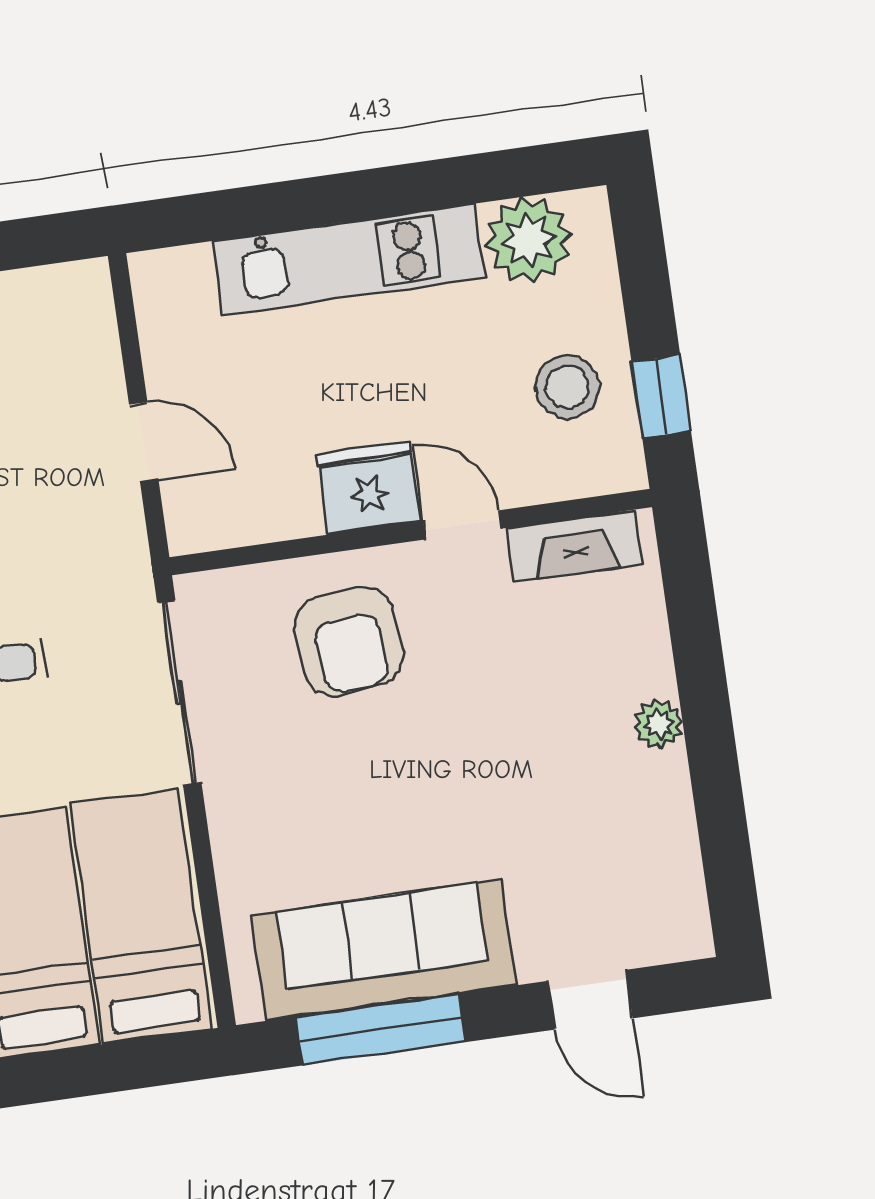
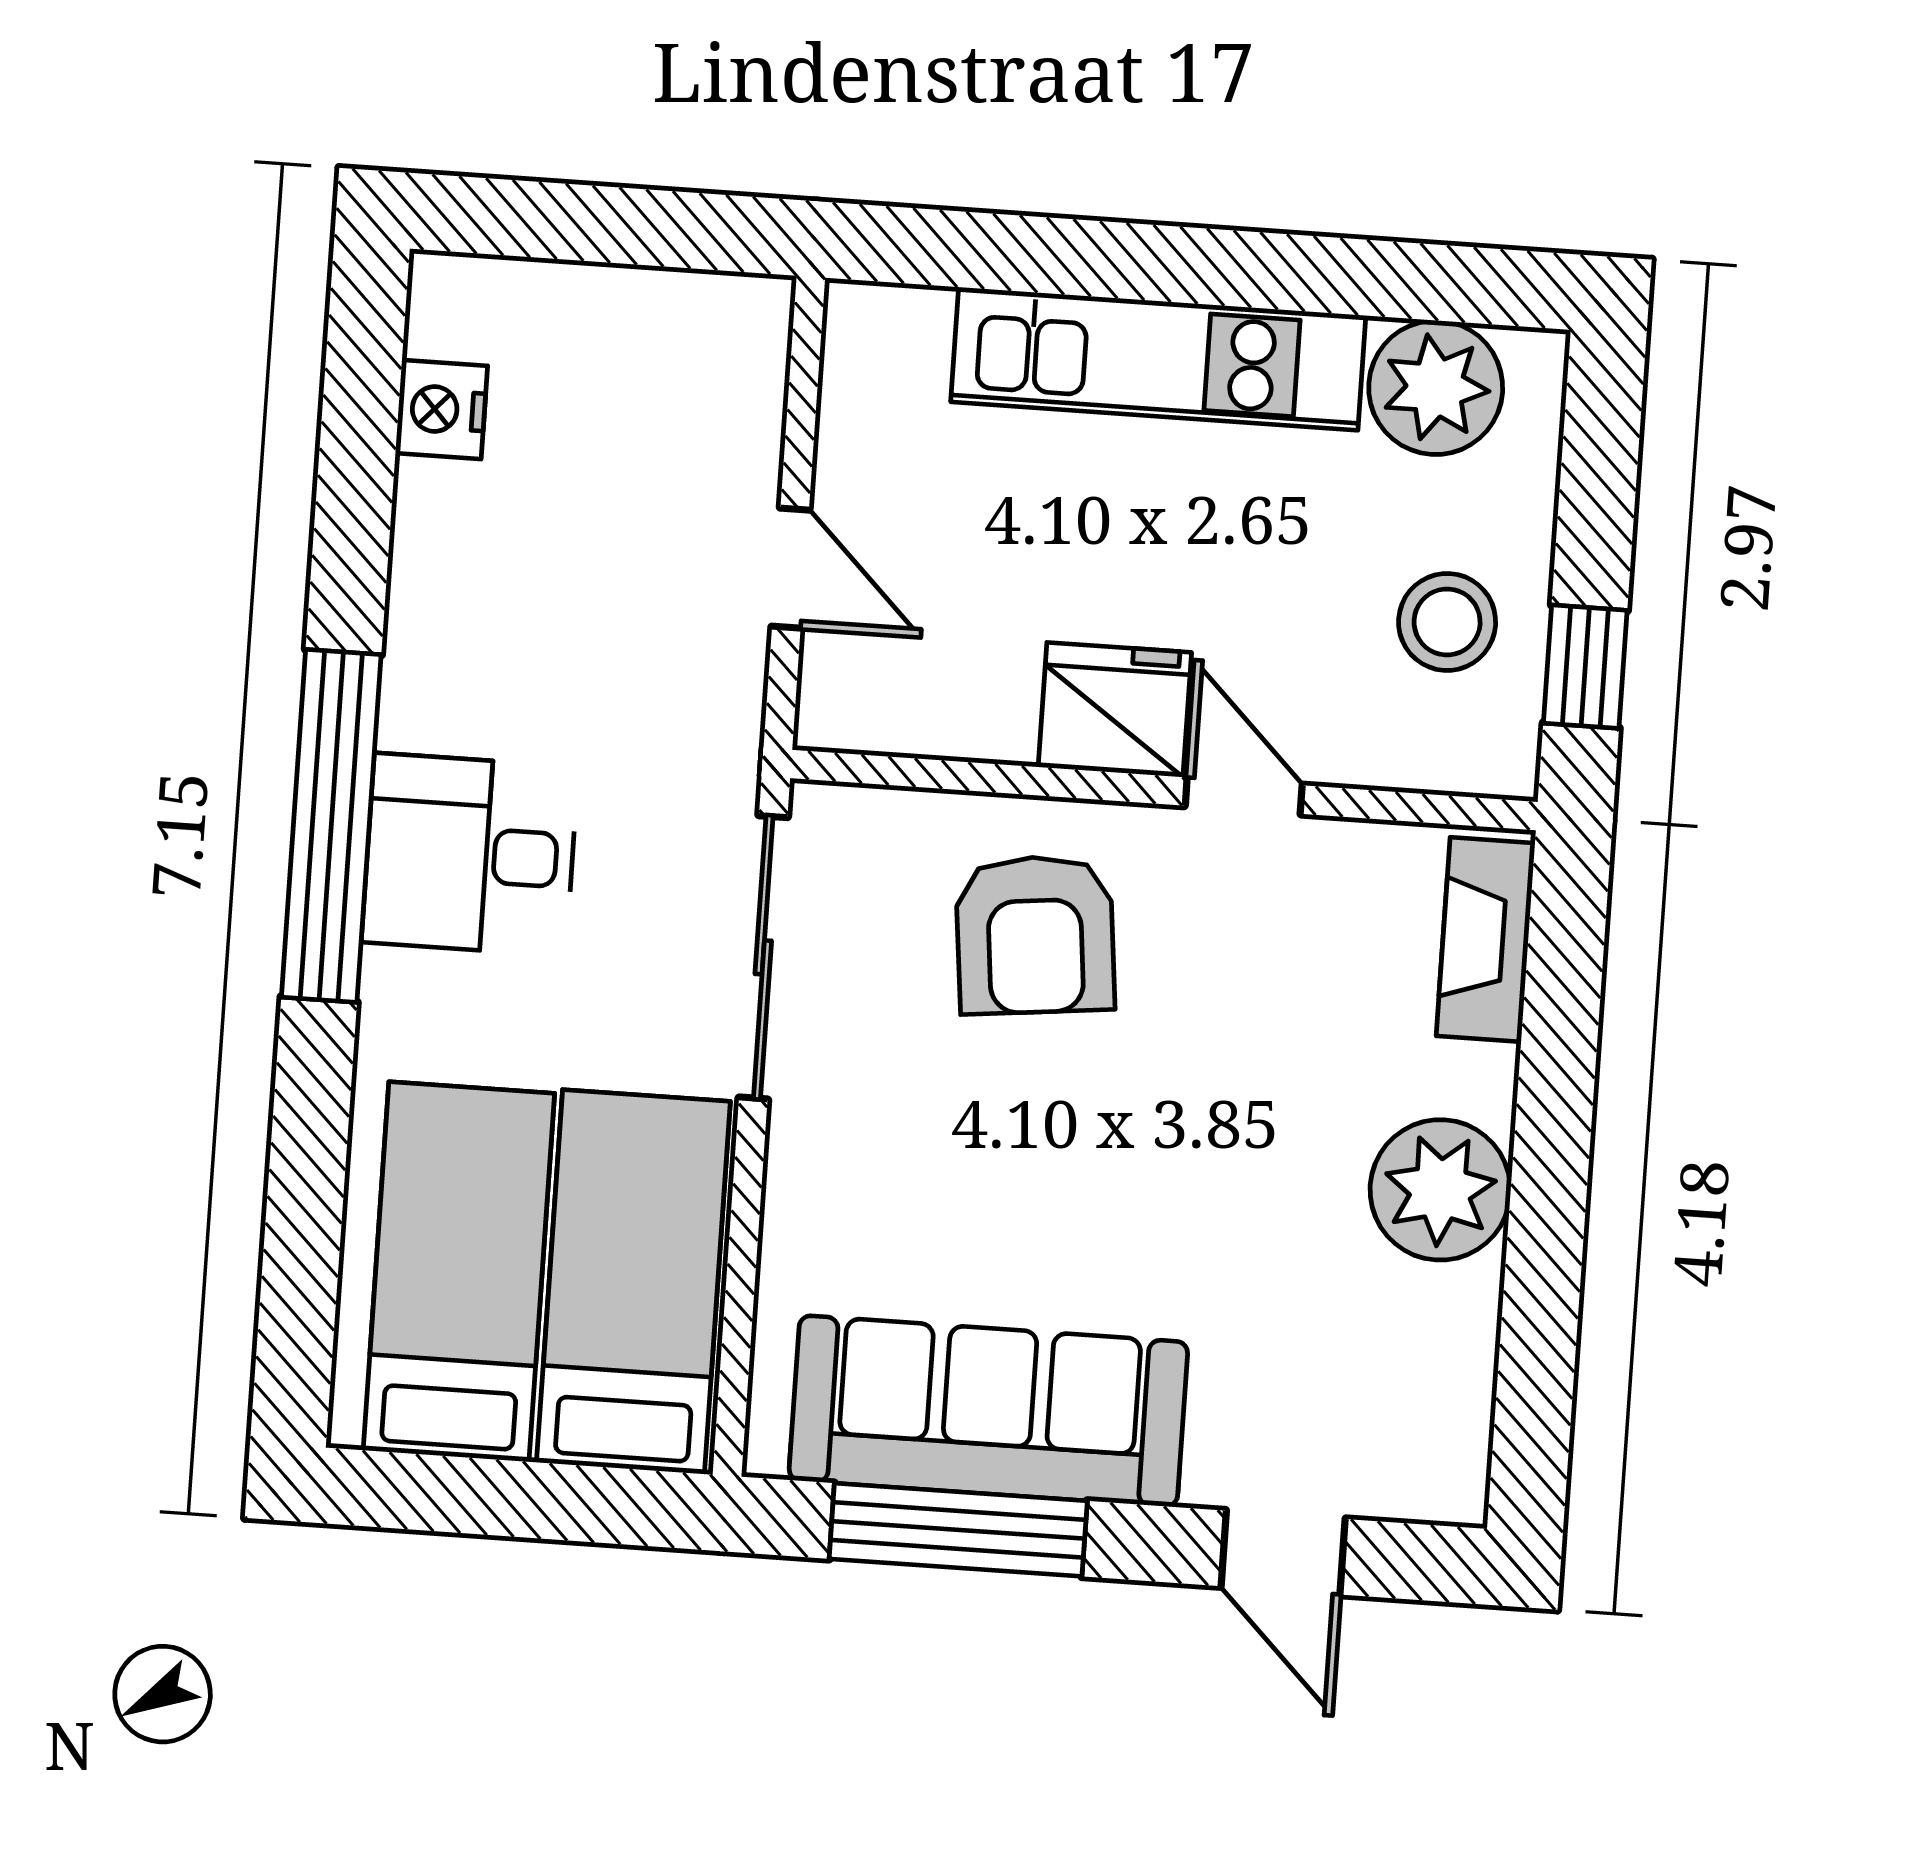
fireplace: (575, 546) -> (1486, 940), moved, turned 90
plant: (659, 724) -> (1440, 1190), width x1.87, depth x1.87

